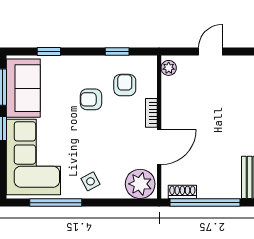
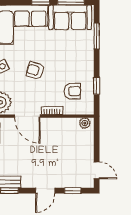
window: (49, 52) -> (97, 36), width x1.50
door: (210, 52) -> (97, 170), moved
armchair: (91, 99) -> (35, 70), moved, turned -74

